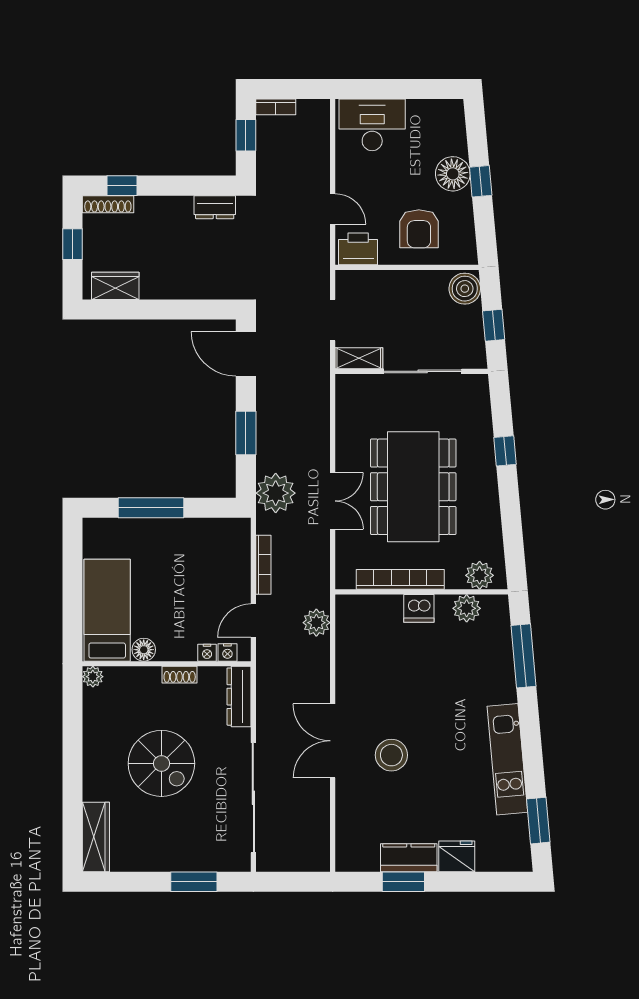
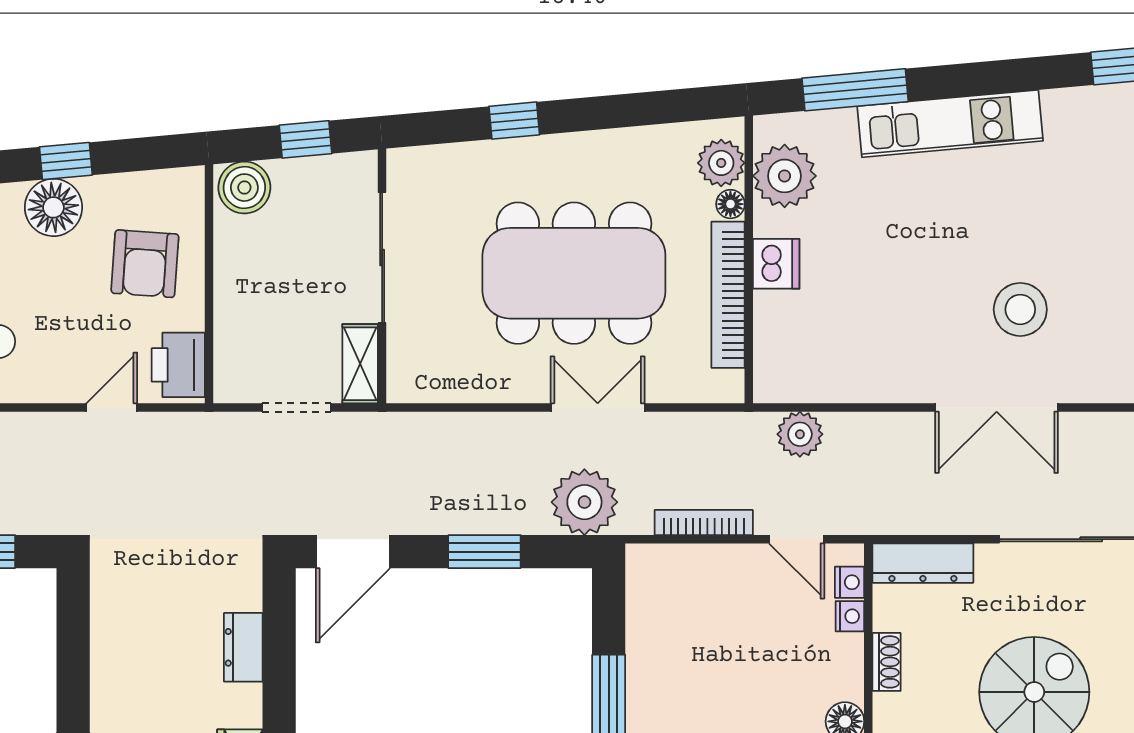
dresser: (215, 207) -> (243, 647), moved, turned 180
armchair: (419, 229) -> (145, 264), turned 94
floor lamp: (455, 581) -> (730, 204), added
plant: (467, 608) -> (785, 176), width x1.36, depth x1.36
kitchen unit: (507, 759) -> (950, 124), moved

